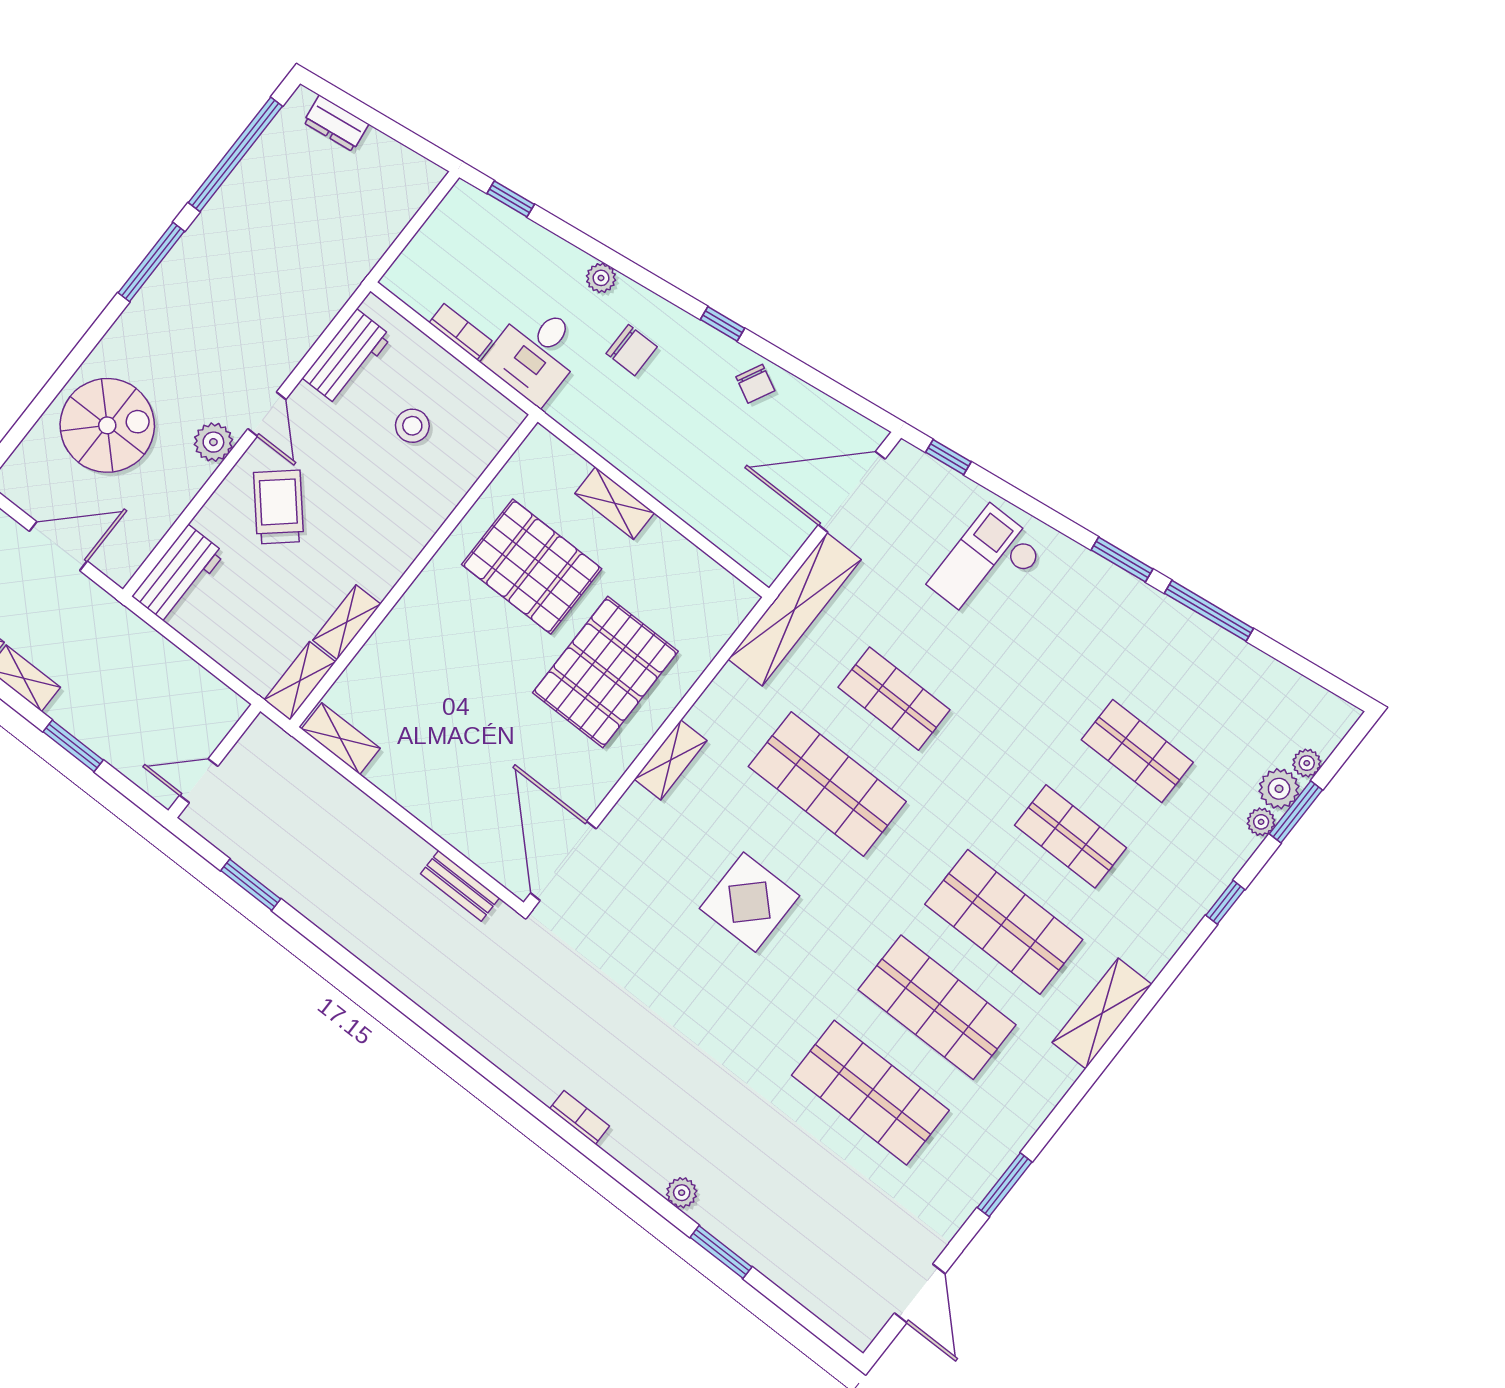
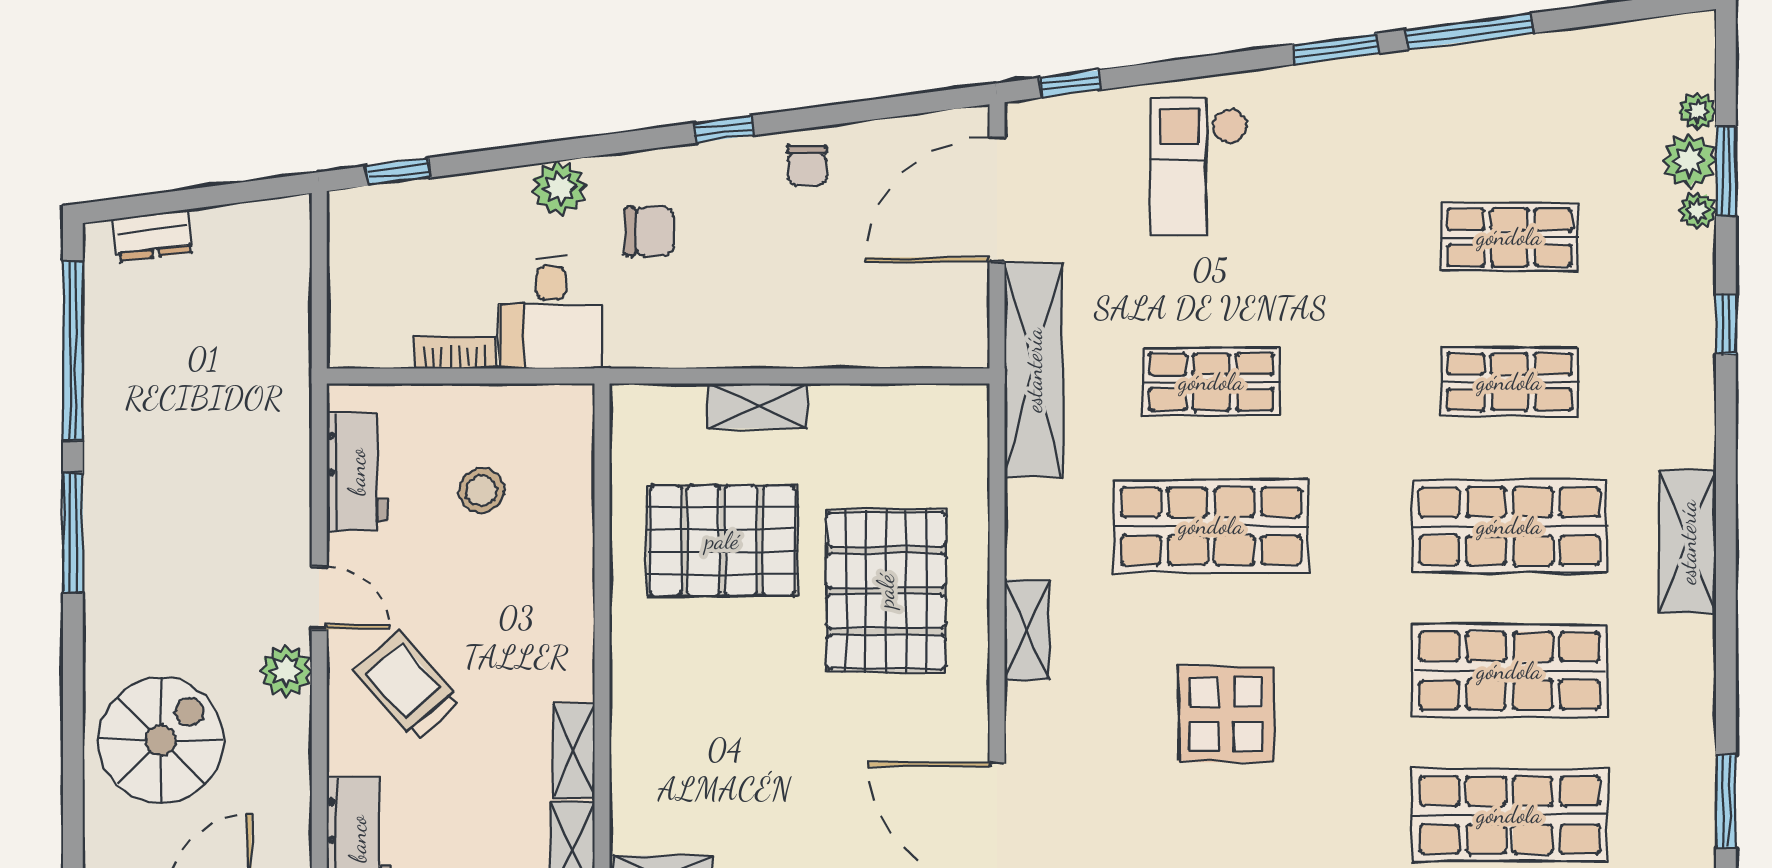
plant: (601, 278) -> (559, 188), width x1.38, depth x1.38
chair: (755, 384) -> (807, 165), turned 63

